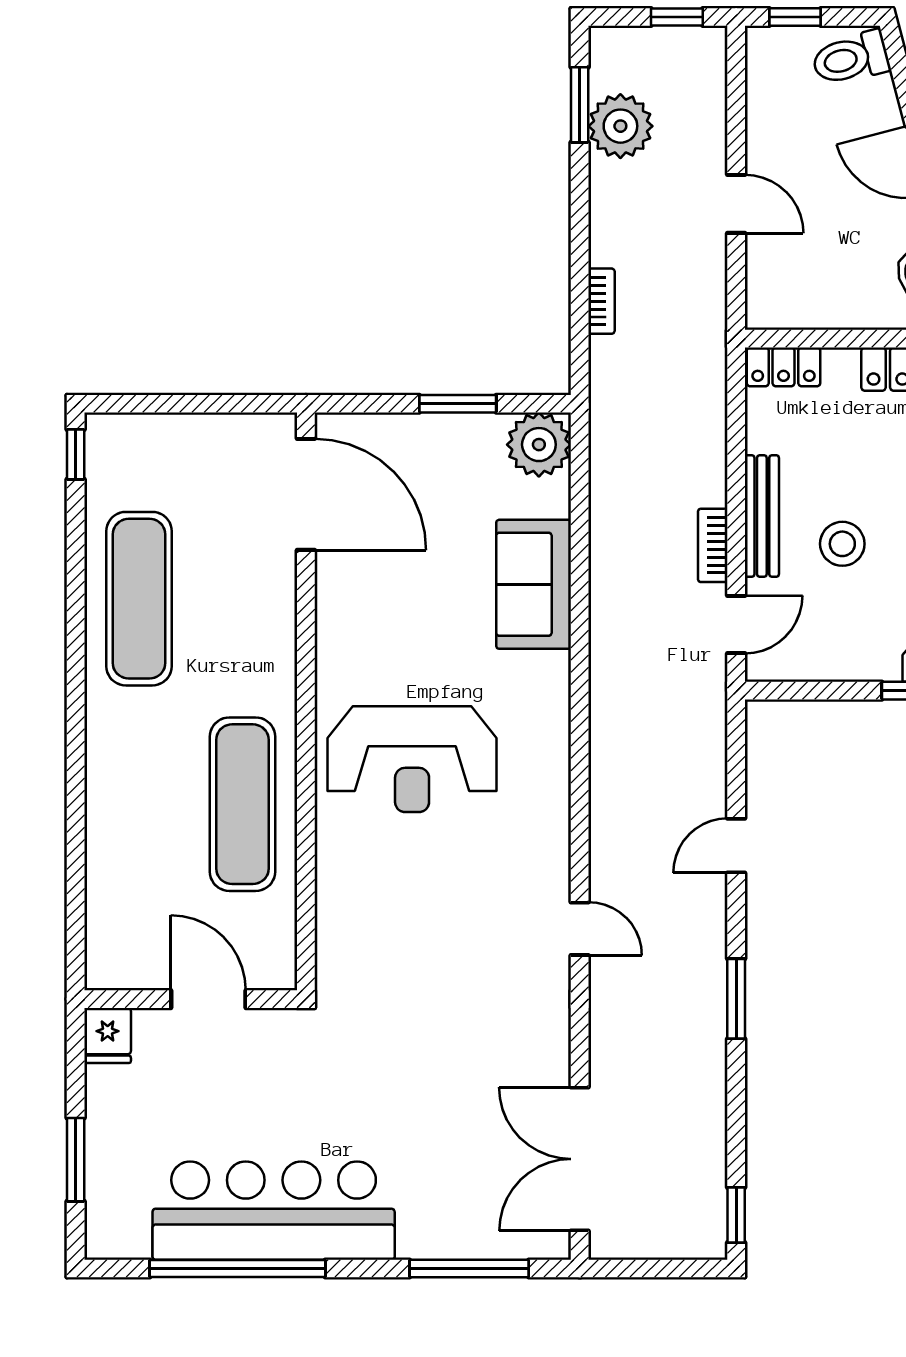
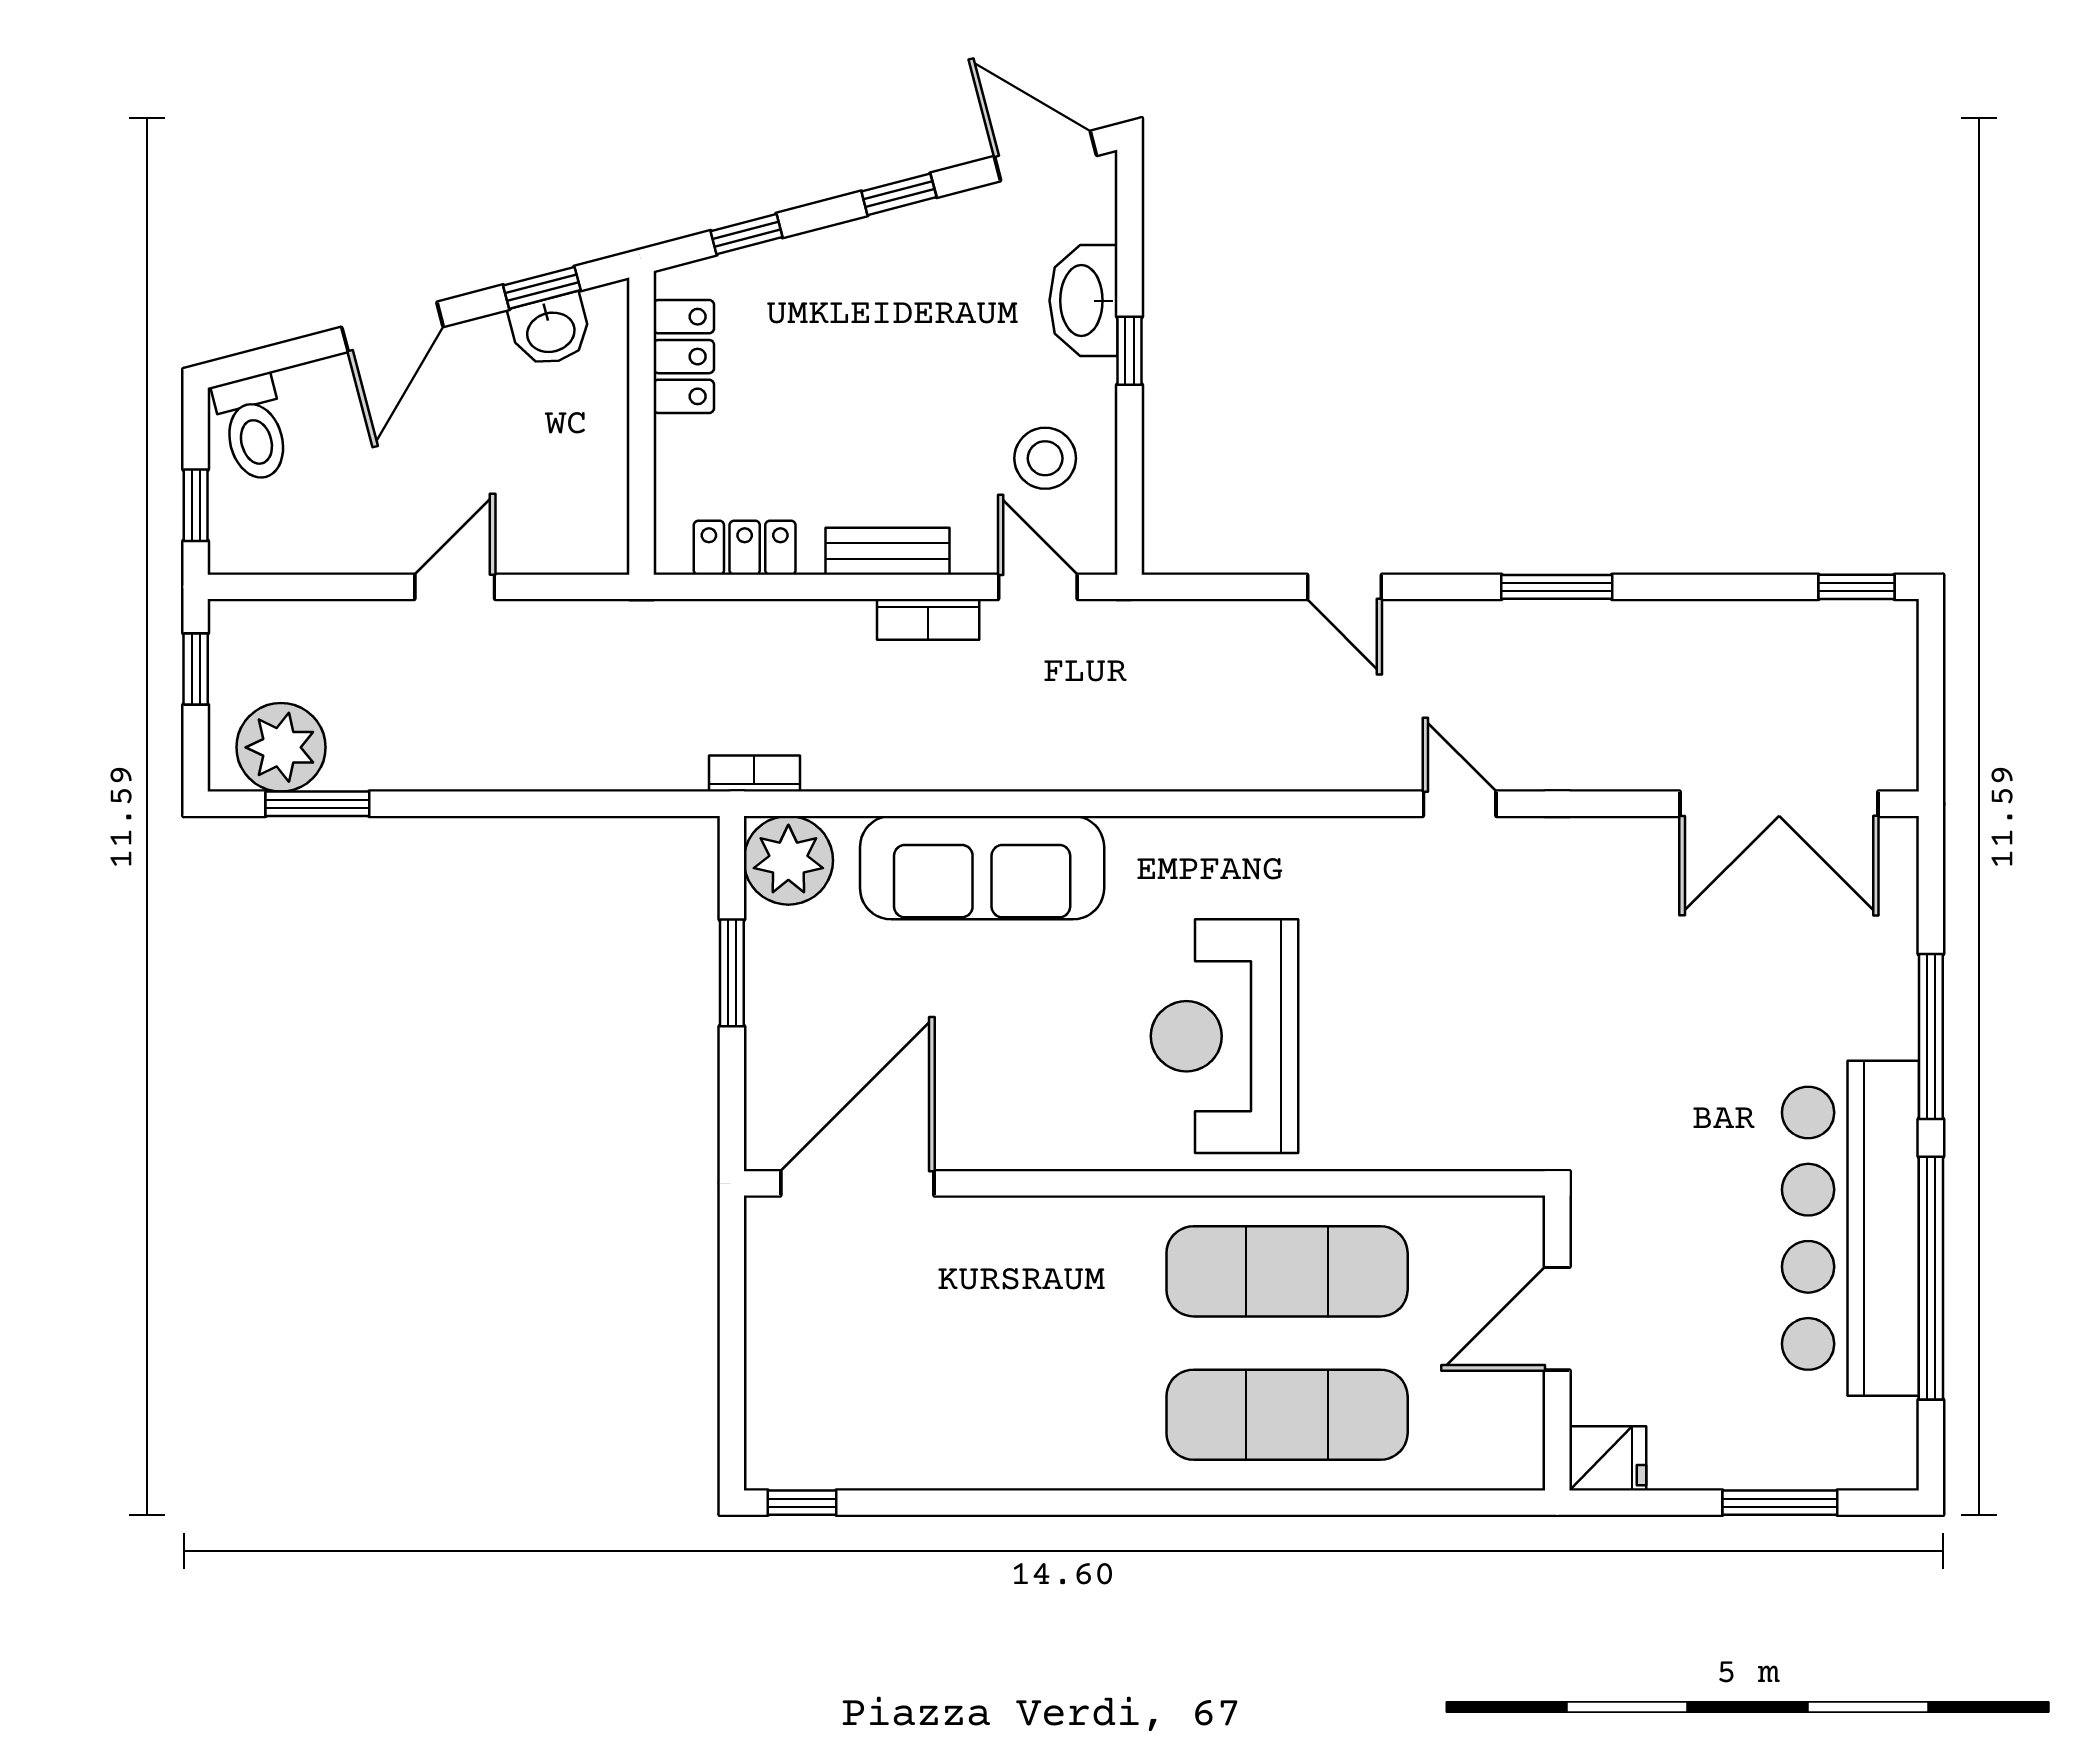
plant: (620, 126) -> (281, 747), moved
bookcase: (601, 301) -> (754, 774), moved
locker: (783, 367) -> (745, 548), moved, turned -90
bench: (762, 516) -> (887, 551), width x0.73
stool: (842, 544) -> (1045, 458), moved
sofa: (534, 584) -> (982, 868), width x1.36
exercise mat: (139, 599) -> (1287, 1415), moved
reception desk: (412, 759) -> (1225, 1036), turned 180
door: (580, 929) -> (1460, 804), hinge flipped
window: (469, 1269) -> (1931, 1036), moved

